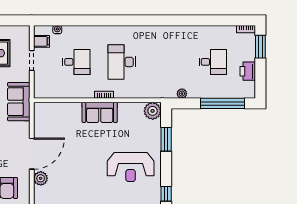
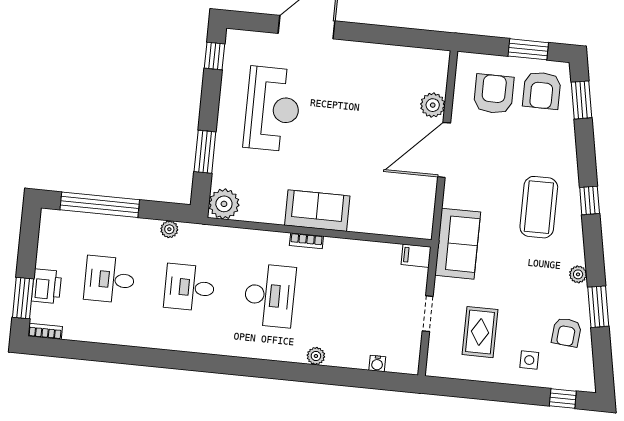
plant: (92, 30) -> (316, 356), added
filing cabinet: (41, 41) -> (416, 256), moved
desk: (76, 62) -> (190, 287), moved
printer: (248, 71) -> (47, 286), moved
reception desk: (131, 167) -> (272, 109), turned 90

